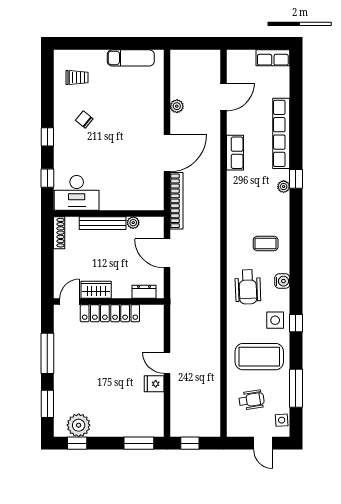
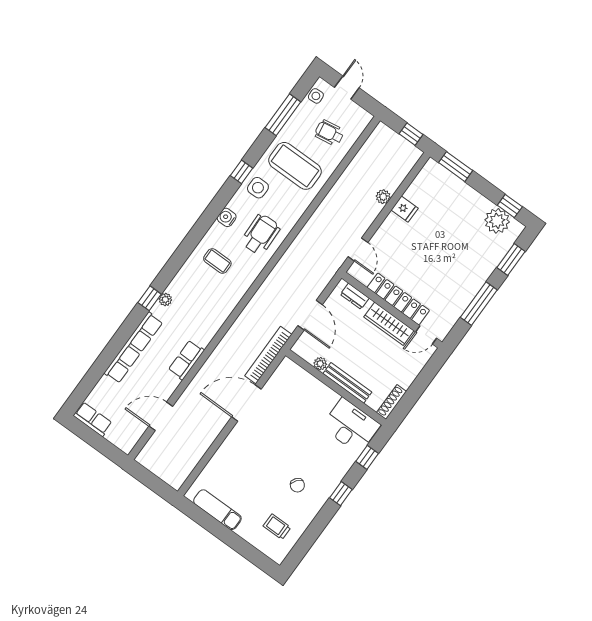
plant: (177, 106) -> (383, 197), moved
wardrobe: (96, 290) -> (389, 324), width x1.50
door: (167, 363) -> (358, 249), moved

